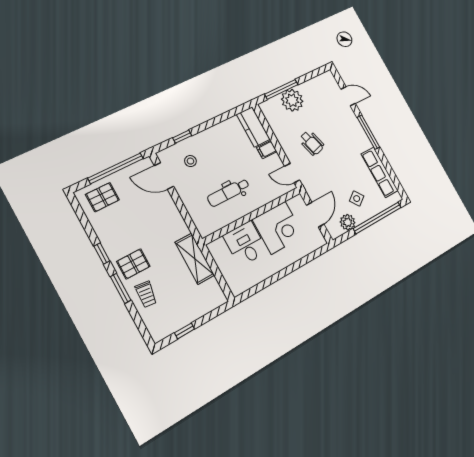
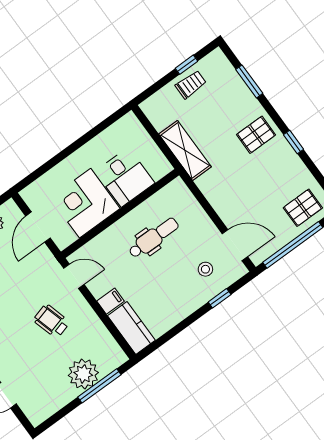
window: (121, 288) -> (249, 81), moved
trolley: (146, 294) -> (191, 85), moved, turned 83

